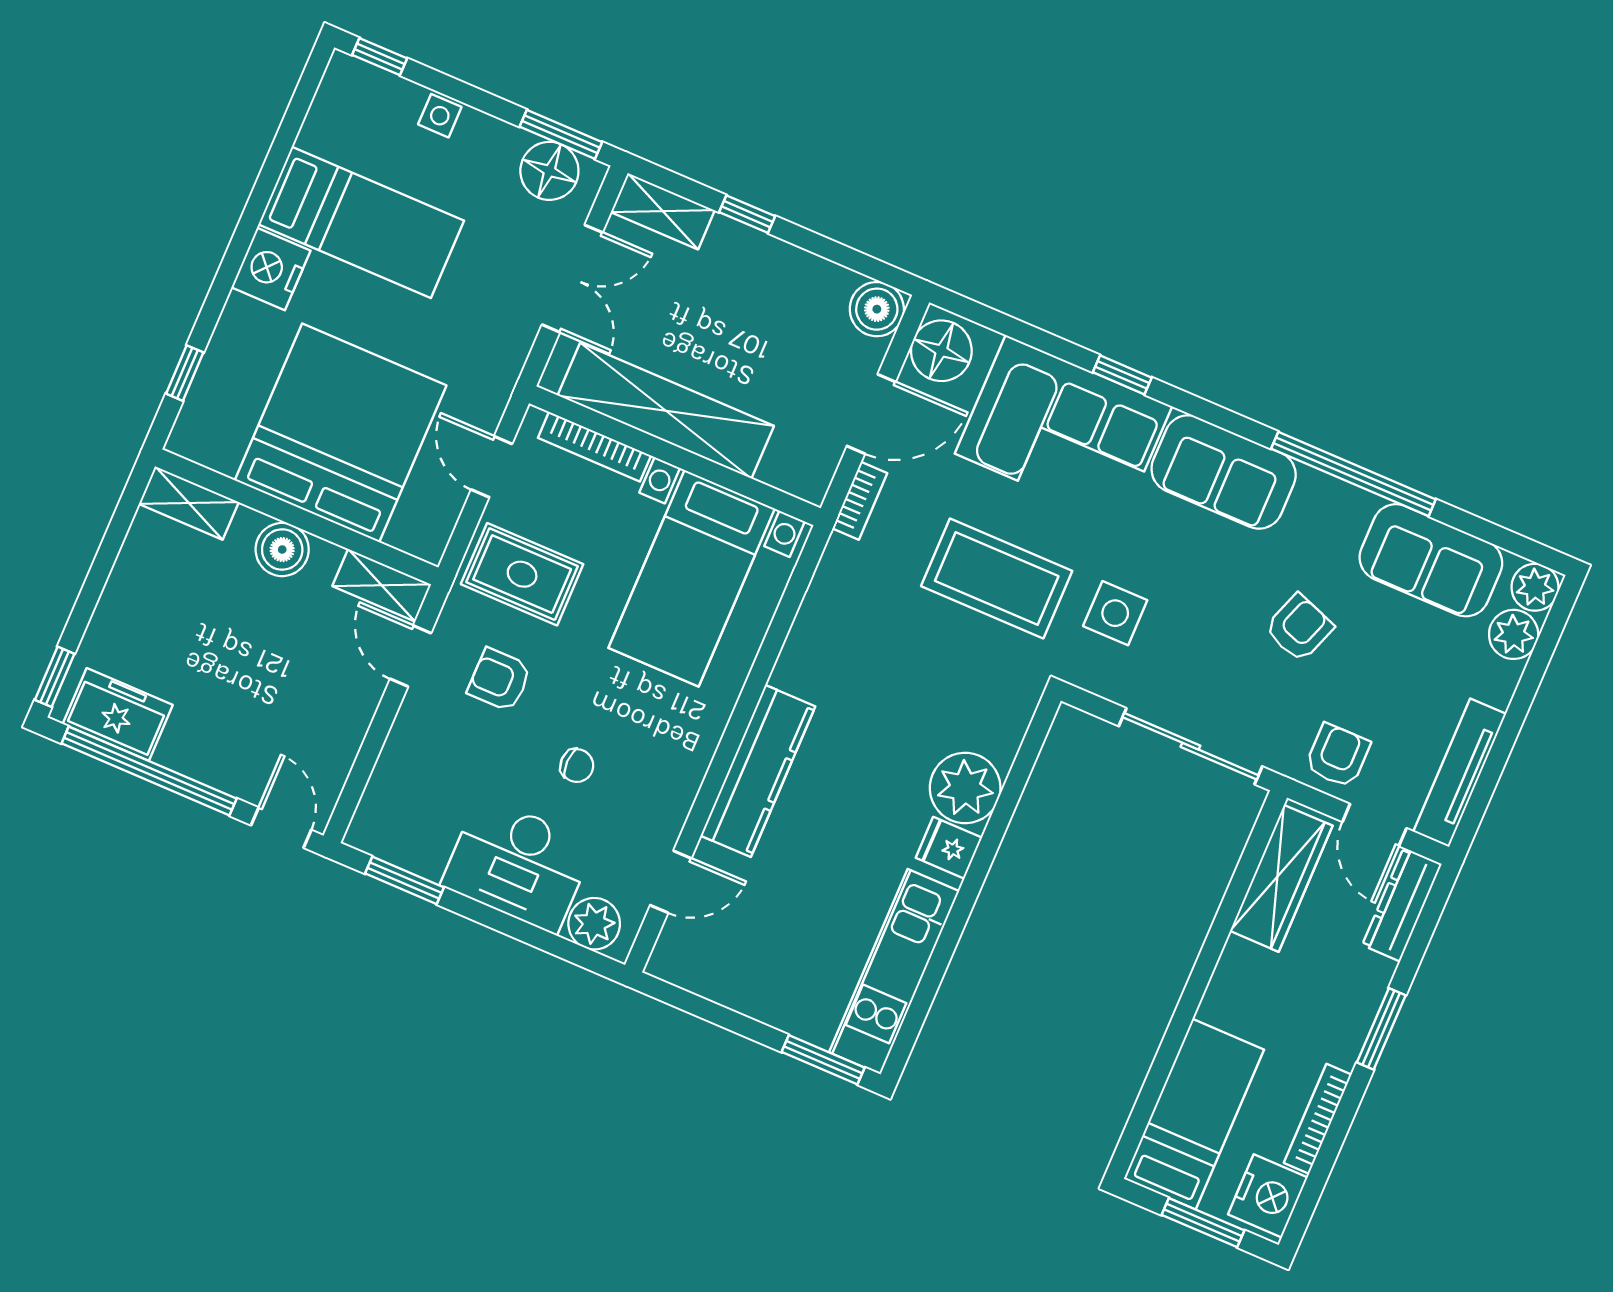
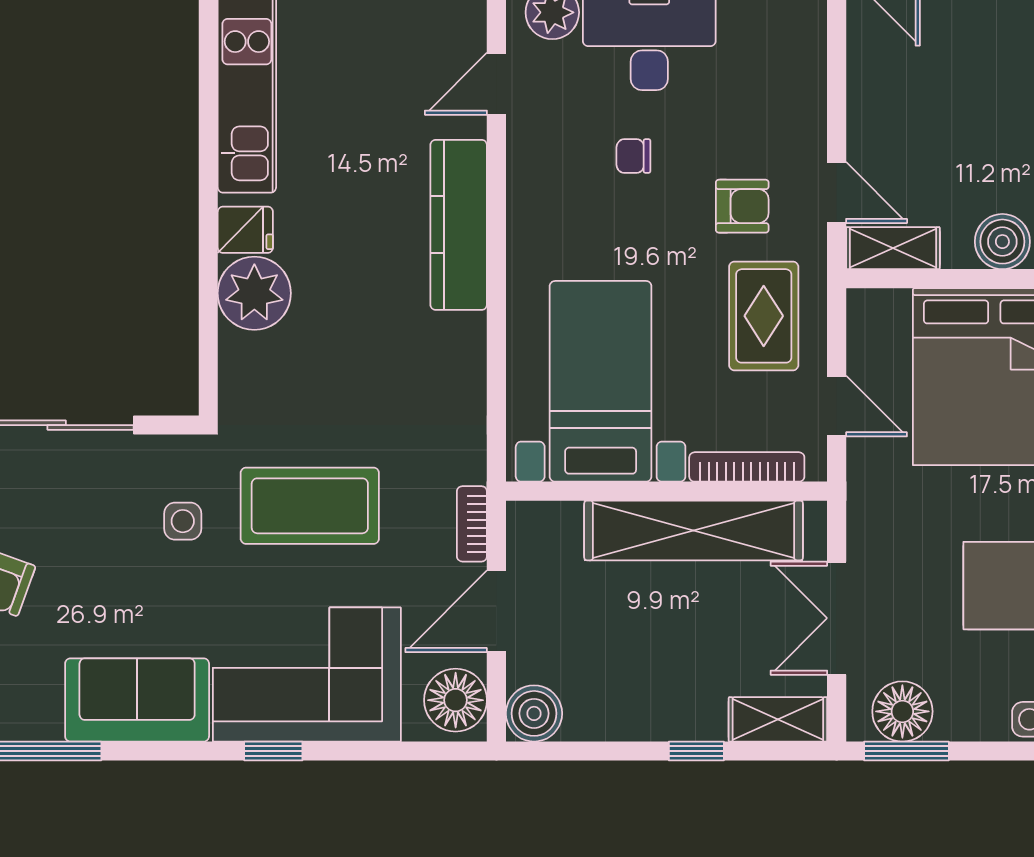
rug: (522, 574) -> (764, 316), turned 90
side table: (1115, 613) -> (183, 521), width x0.73, depth x0.73

